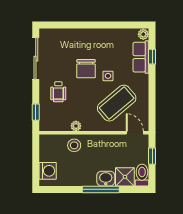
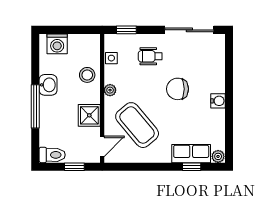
water cooler: (96, 34) -> (218, 101), added
side table: (108, 76) -> (111, 58), moved
plant: (76, 126) -> (110, 90), moved
shower: (125, 177) -> (89, 115), moved
washbasin: (106, 179) -> (48, 85), moved

